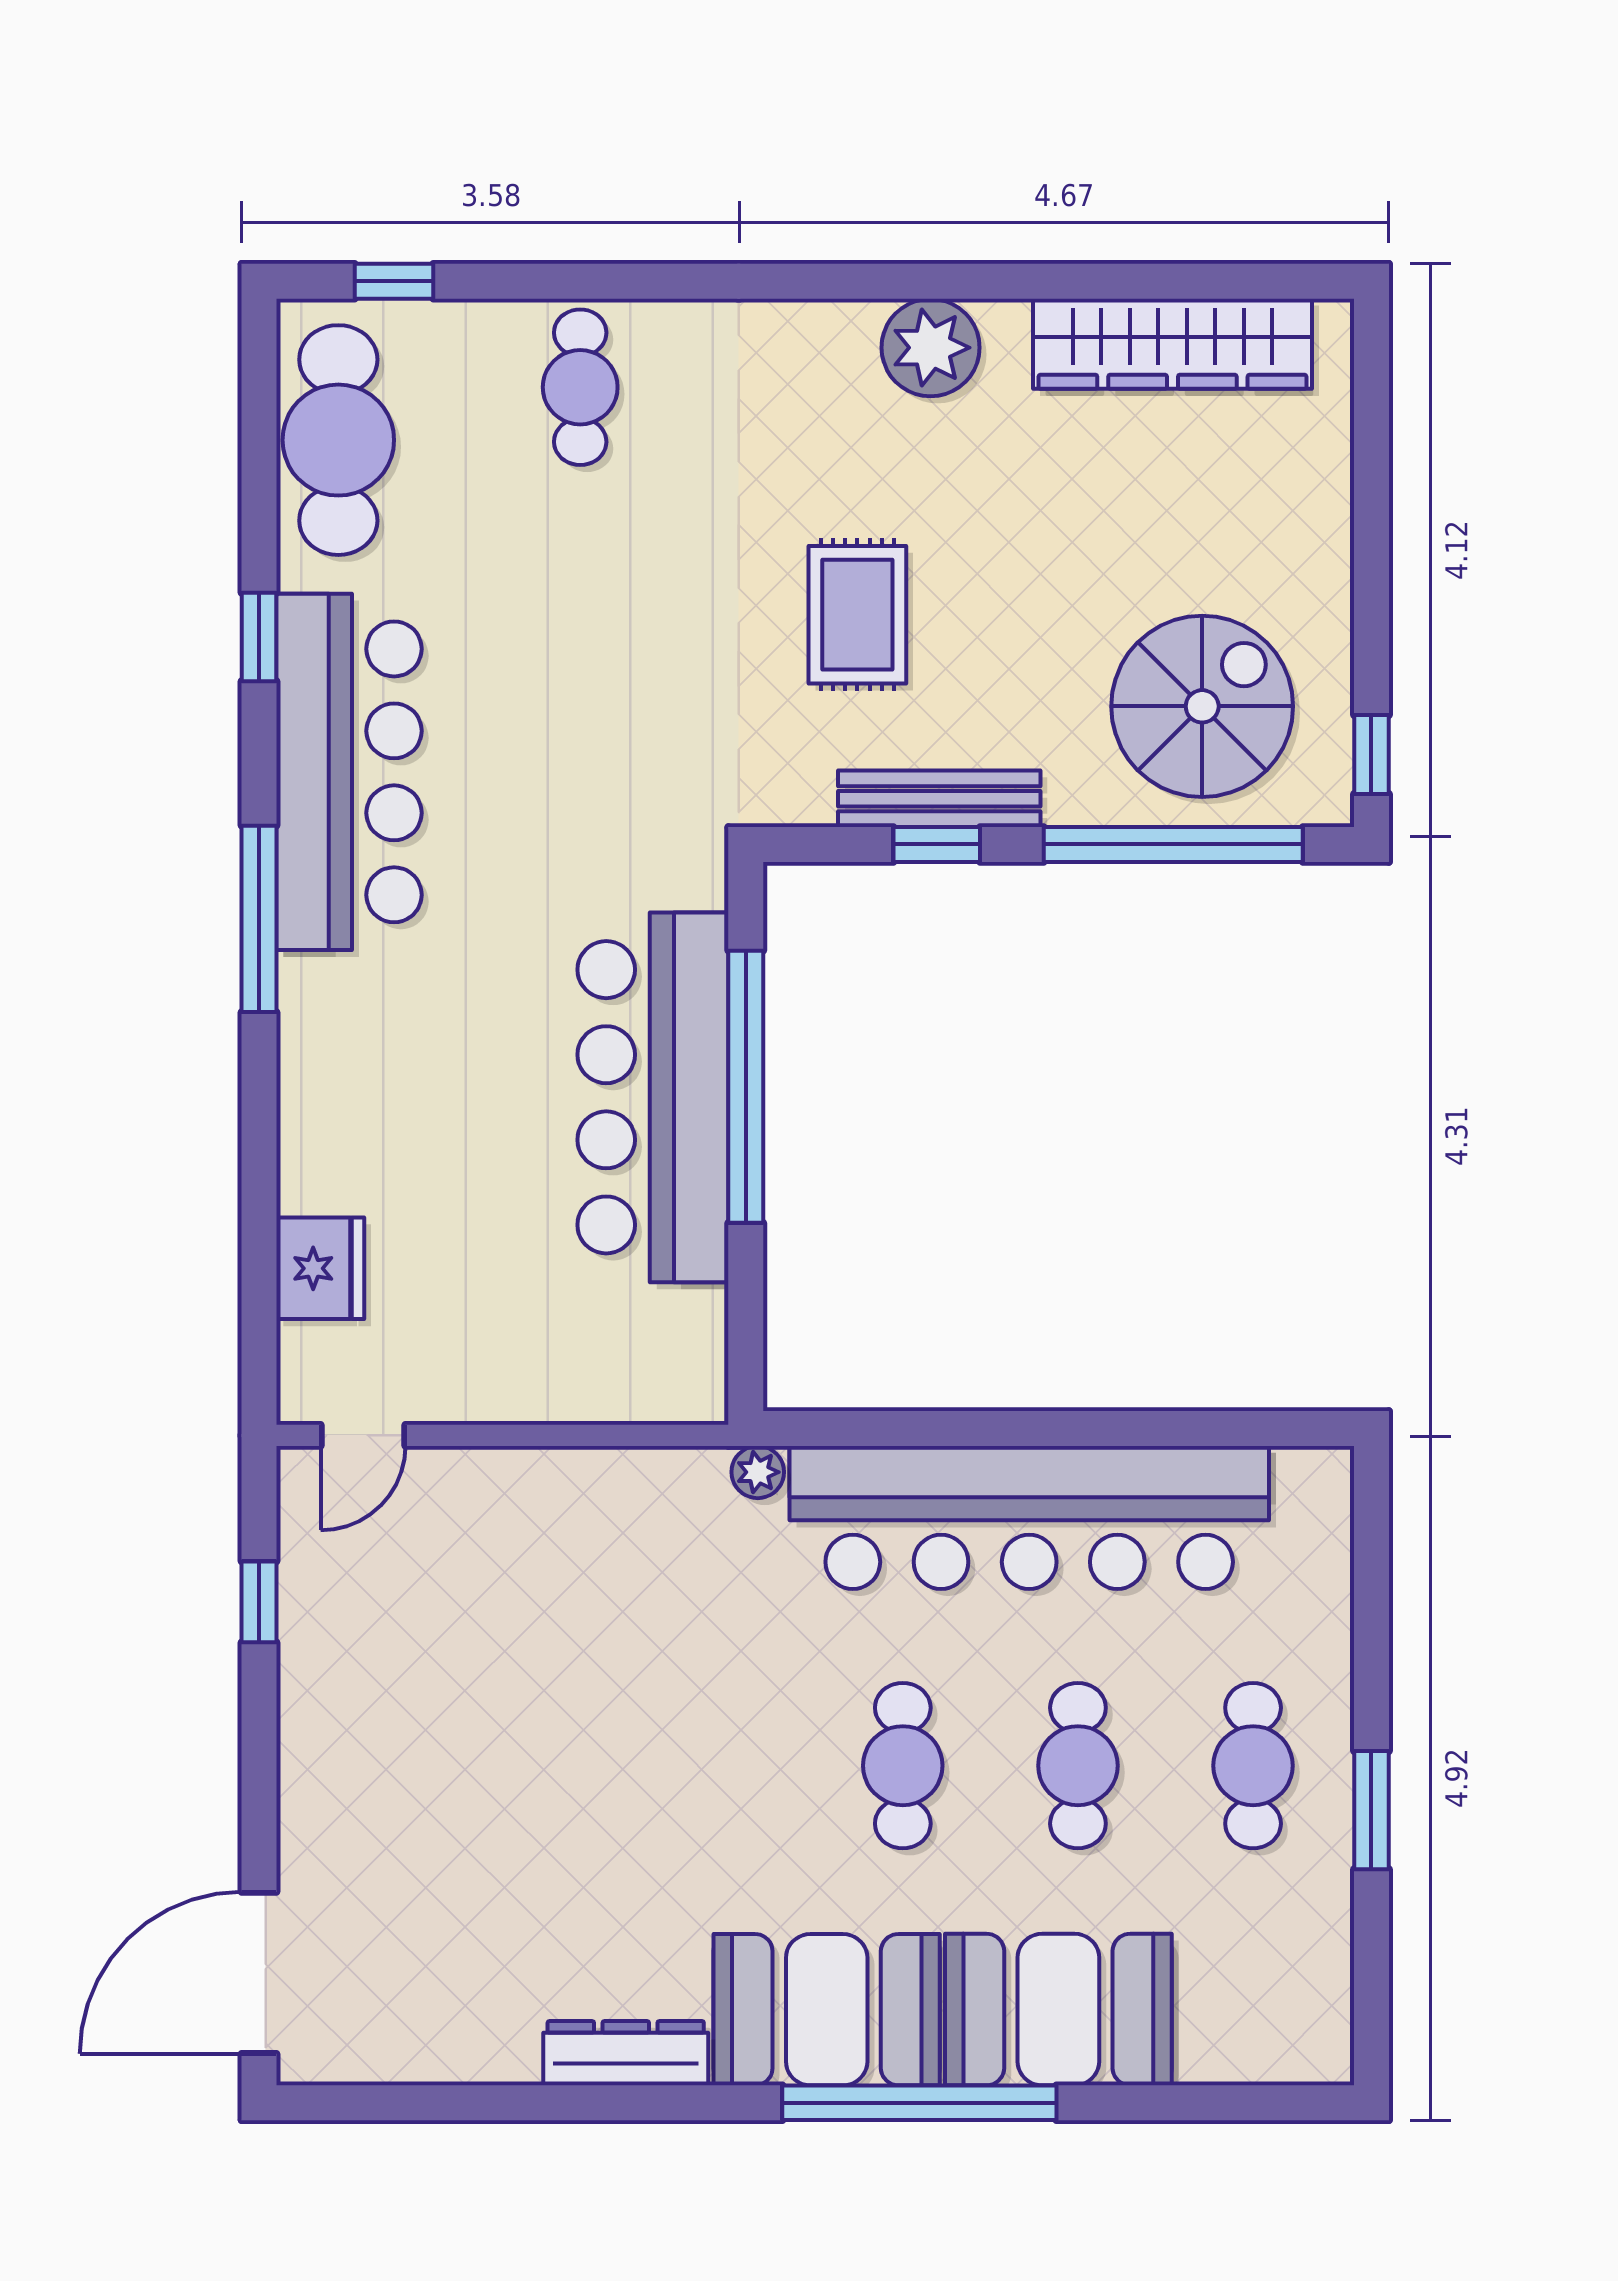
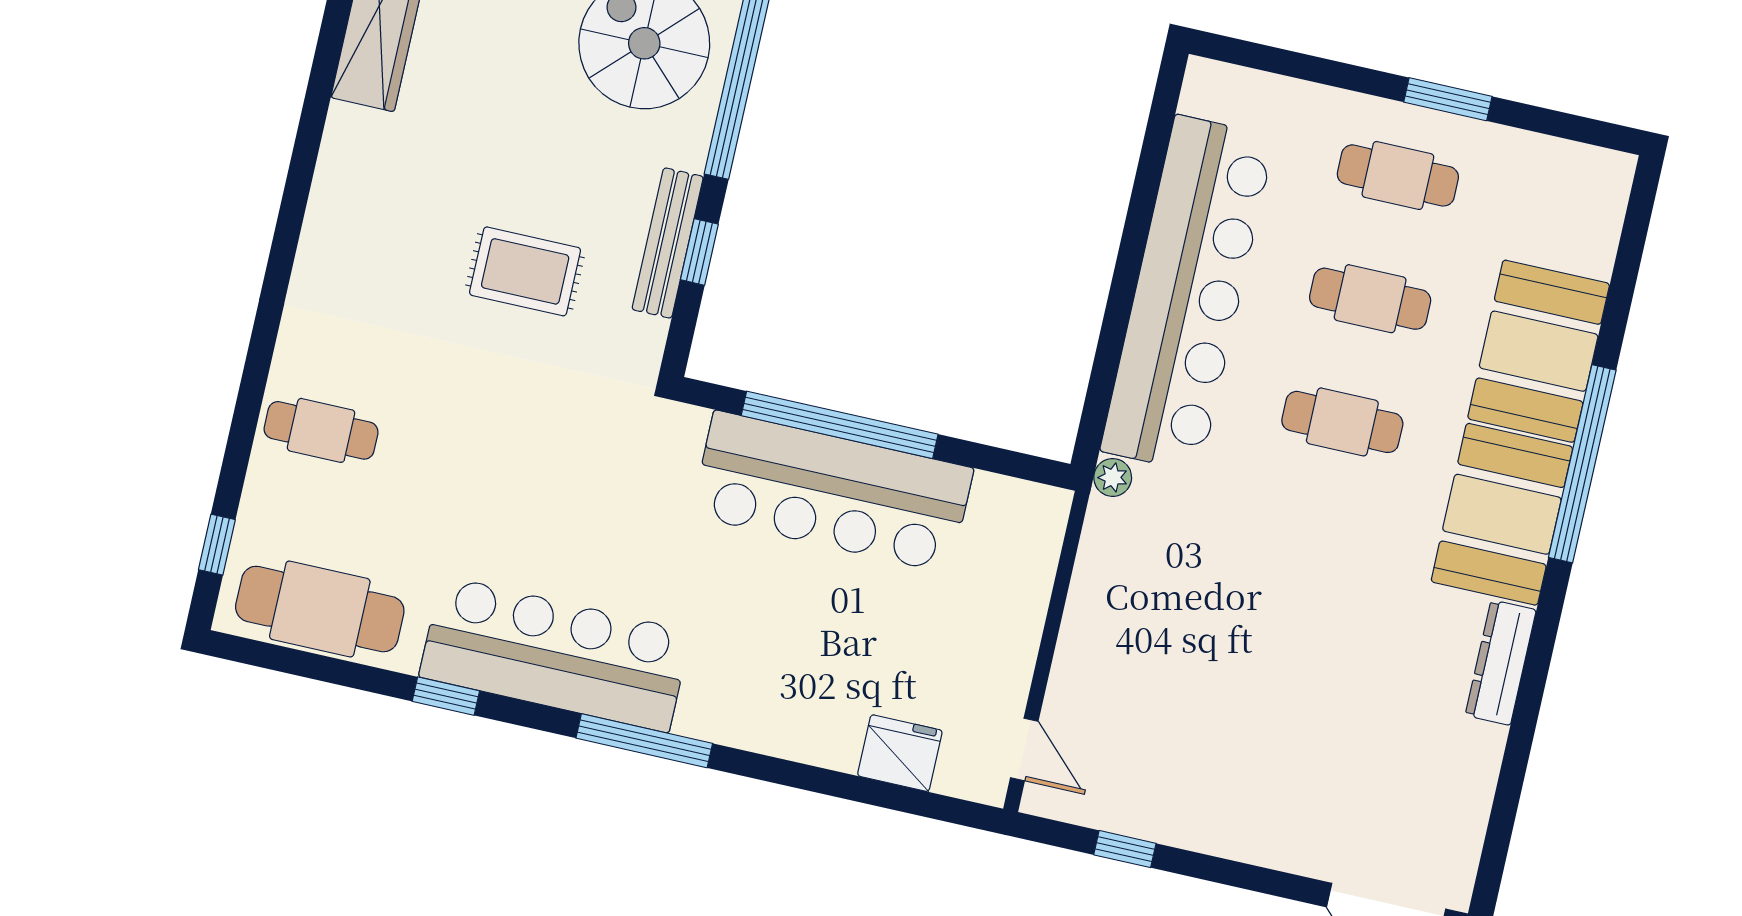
plant: (931, 348) -> (349, 178), removed

